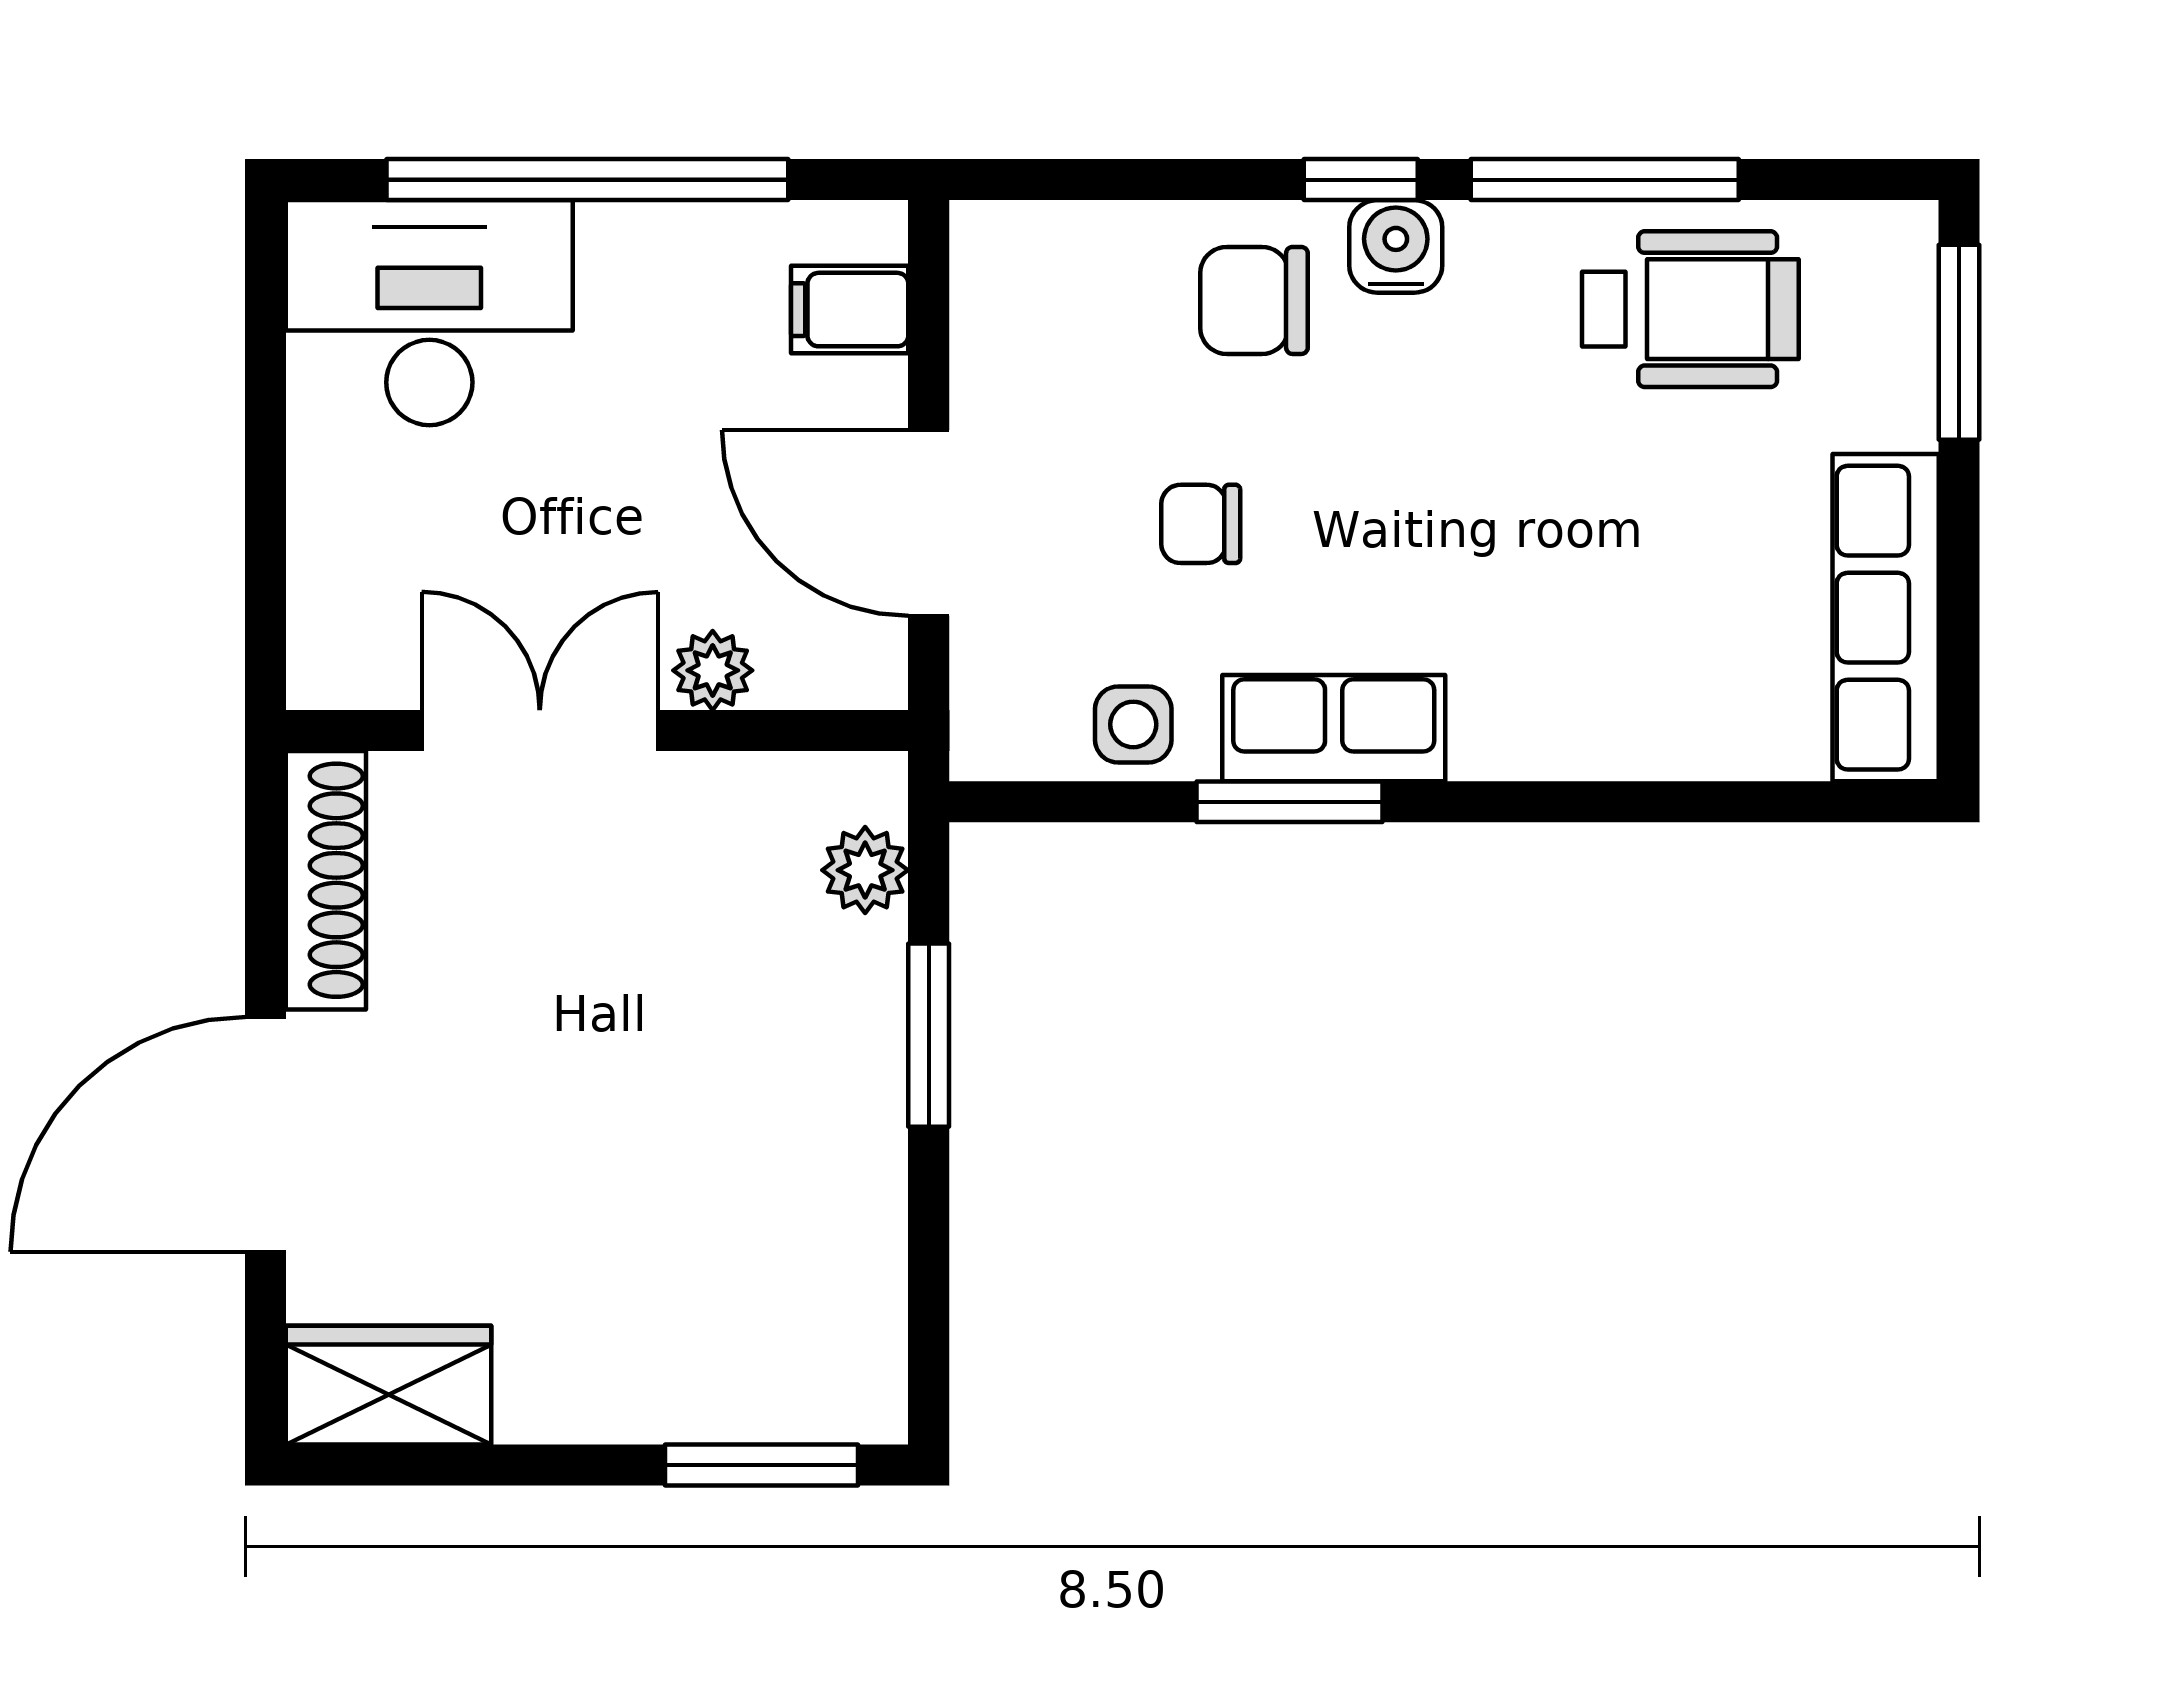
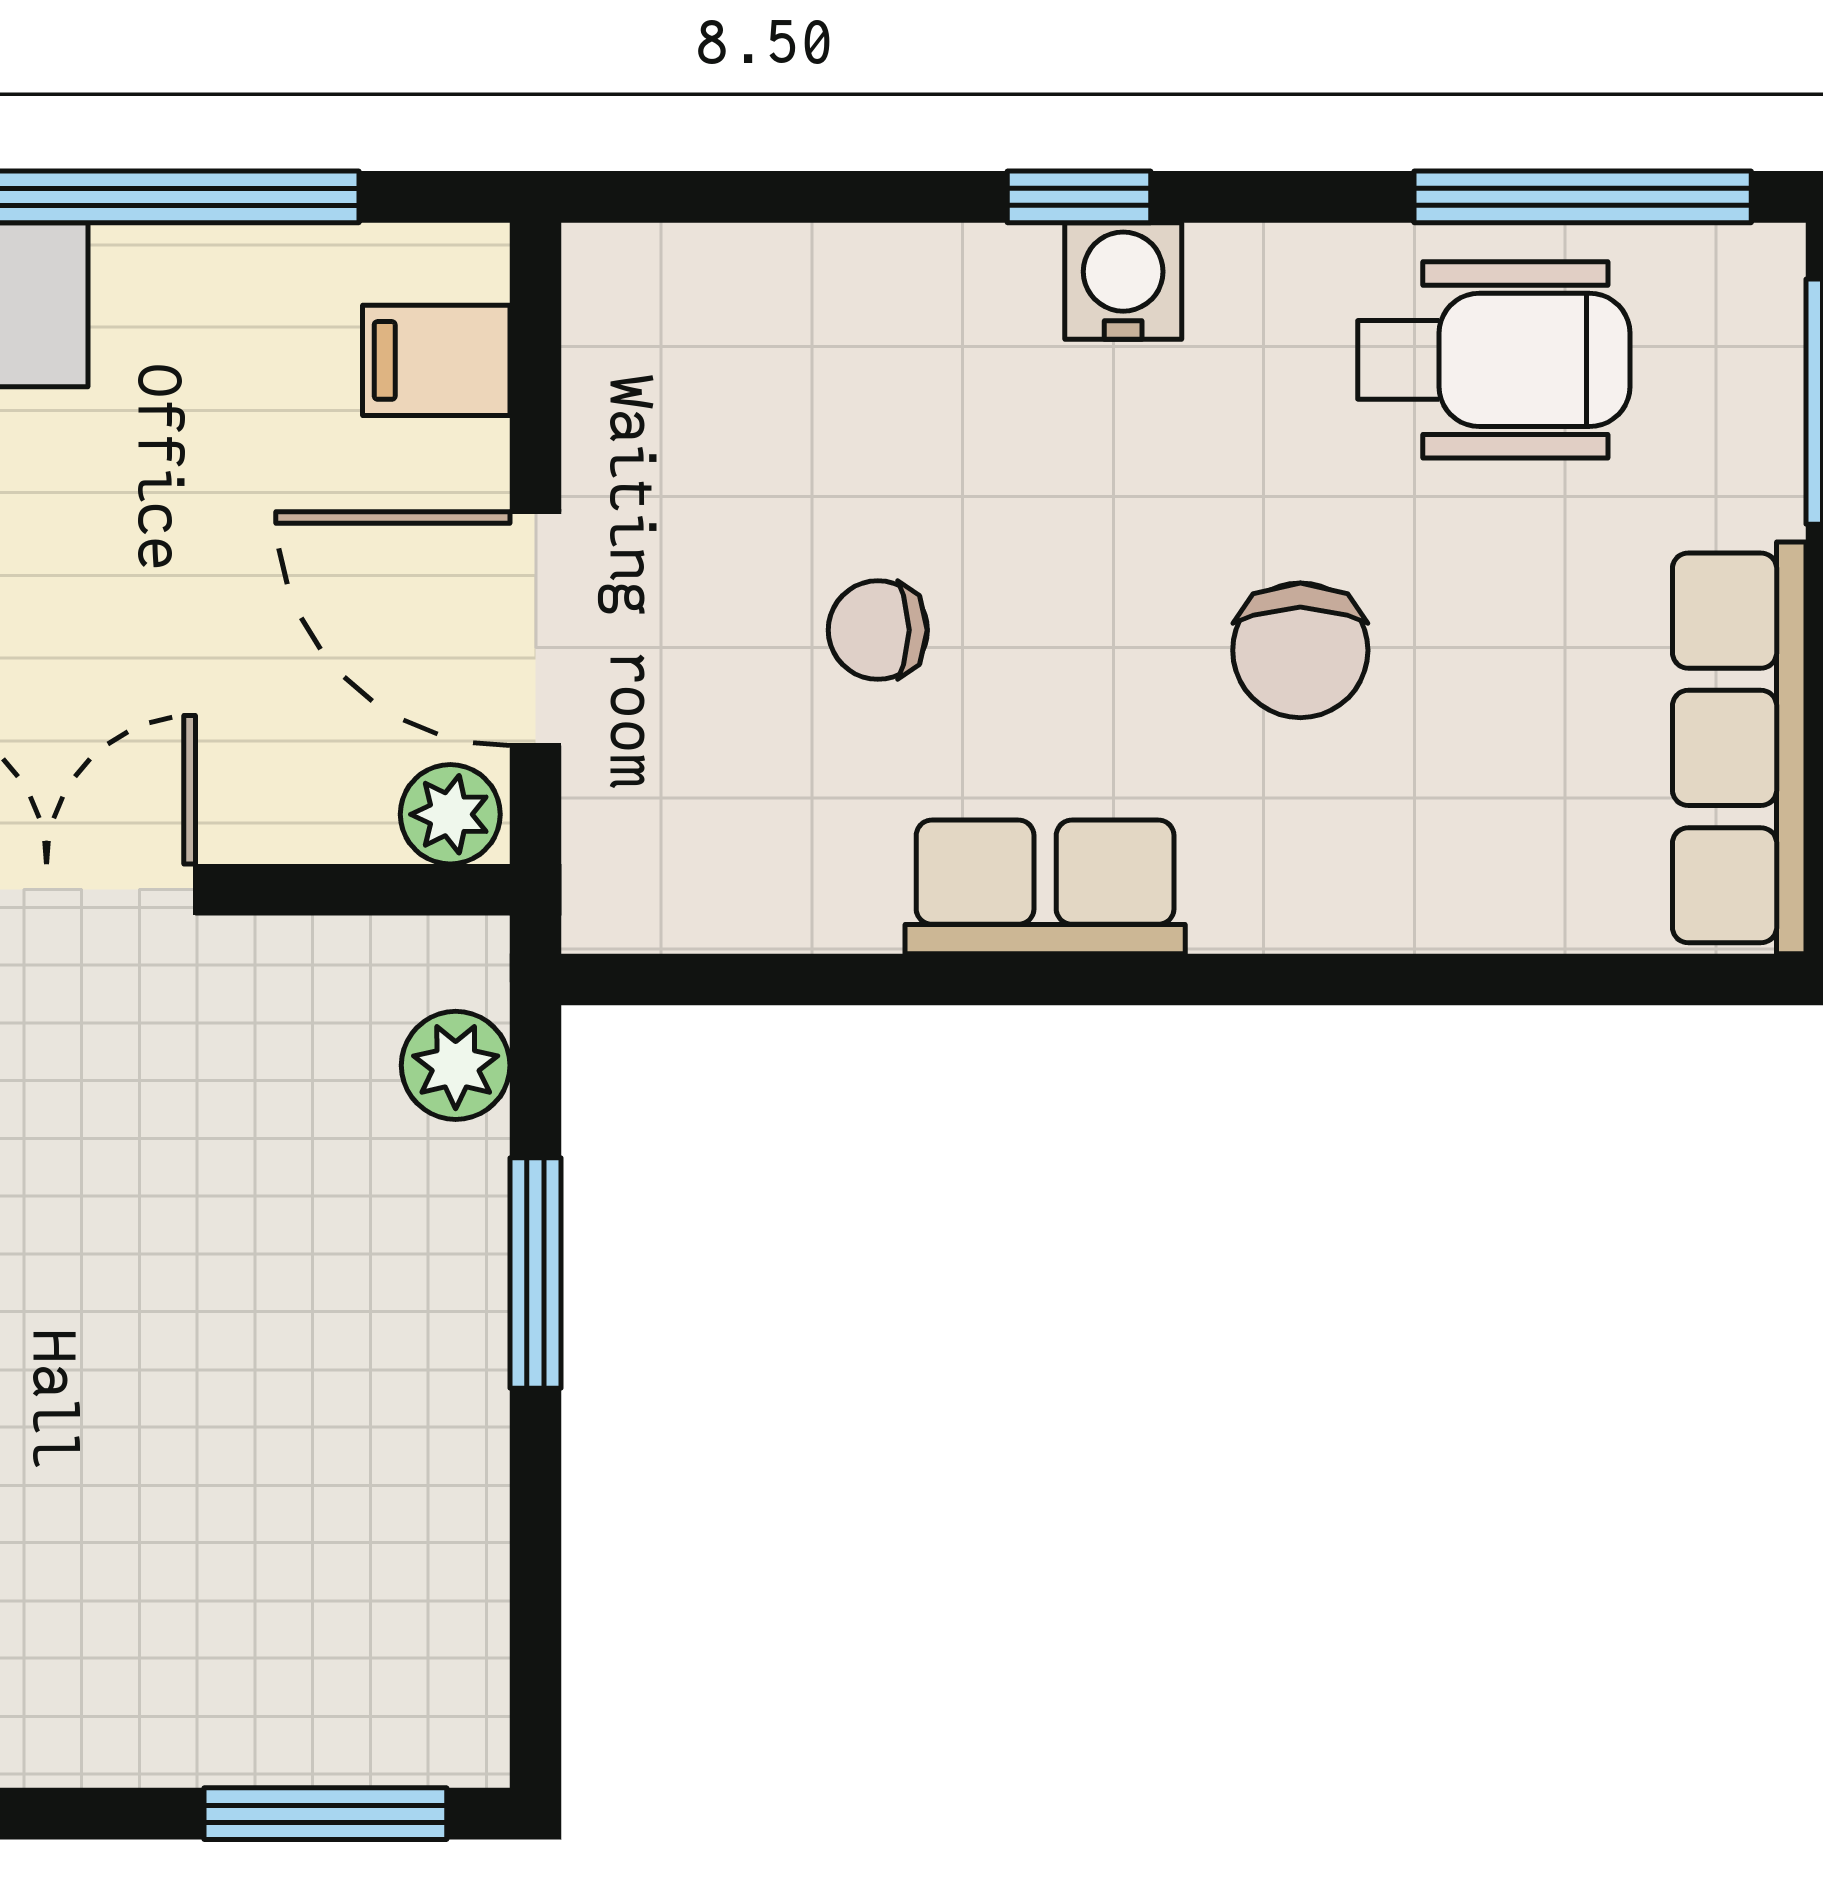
window: (1605, 180) -> (1583, 197), moved
chair: (1254, 300) -> (1300, 650), moved, turned -90
plant: (713, 670) -> (450, 814), moved
side table: (1133, 724) -> (793, 882), removed
window: (1290, 802) -> (989, 980), removed

